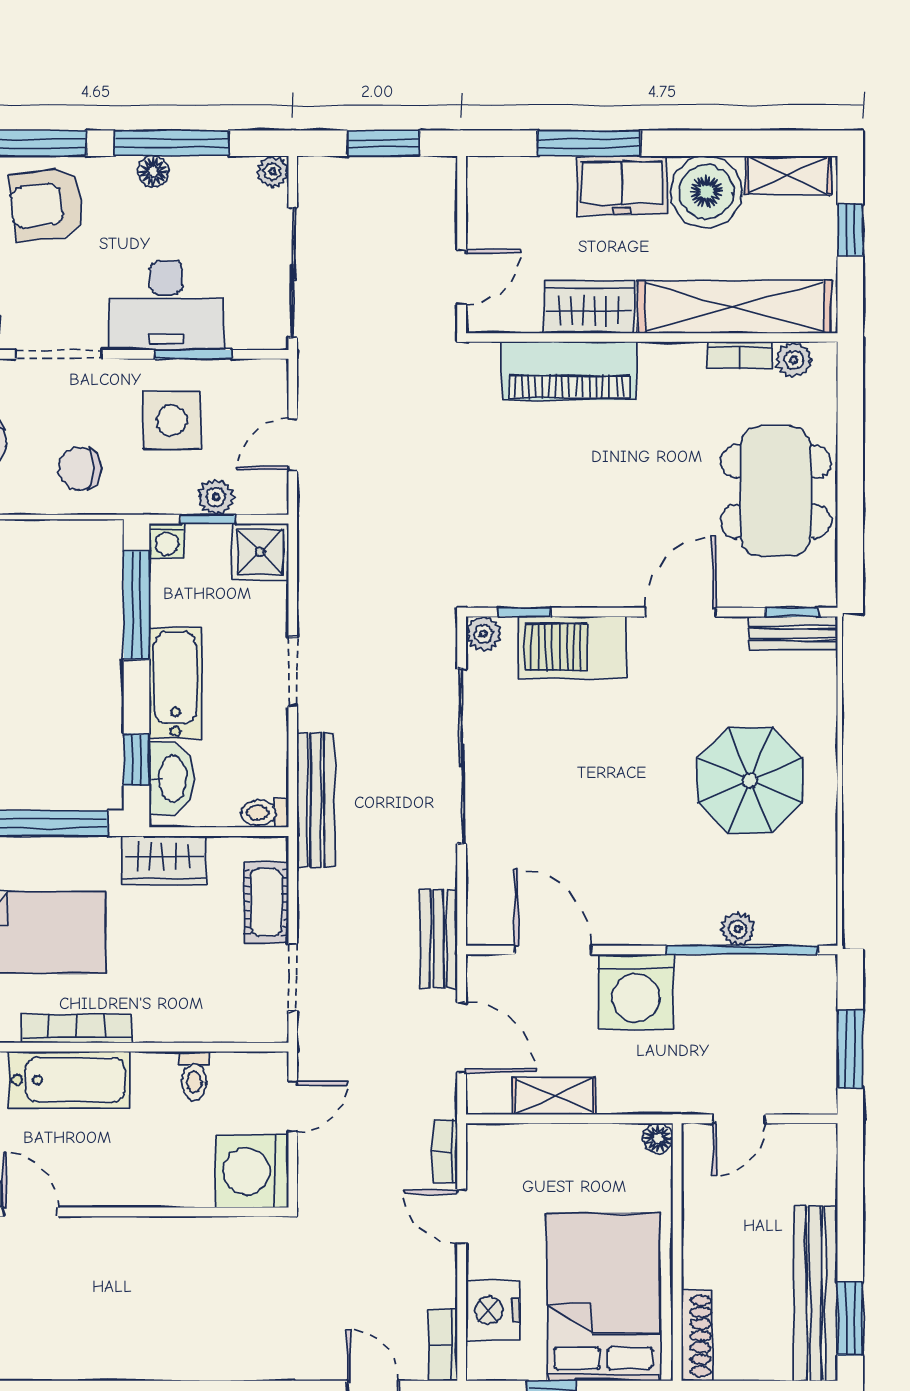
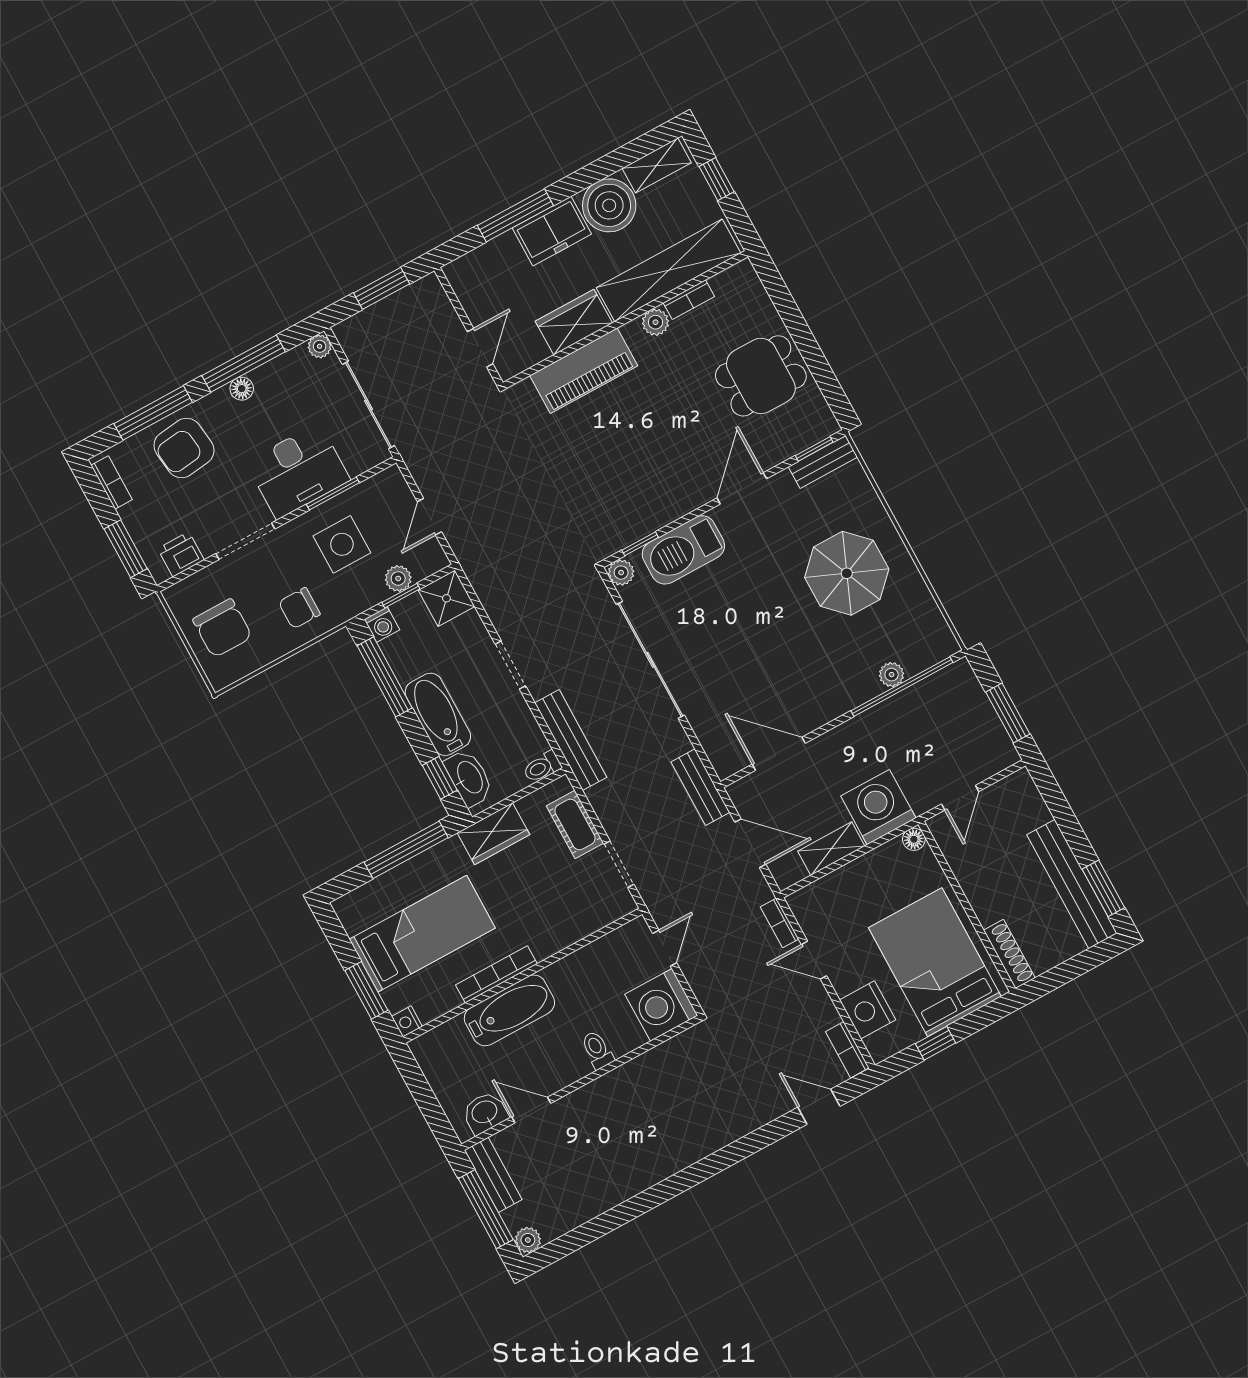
plant: (794, 360) -> (655, 322), moved
dining table: (776, 491) -> (761, 376), width x0.73
washing machine: (636, 992) -> (878, 807), moved, turned 180
toilet: (194, 1076) -> (597, 1050), moved, turned 180

